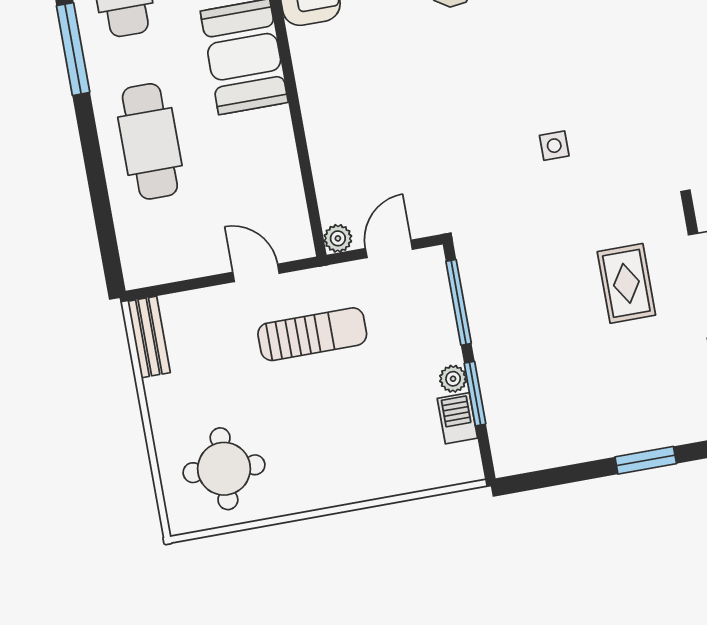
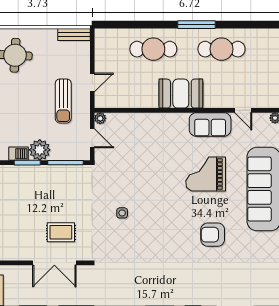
plant: (453, 379) -> (40, 150), width x1.88, depth x1.88

